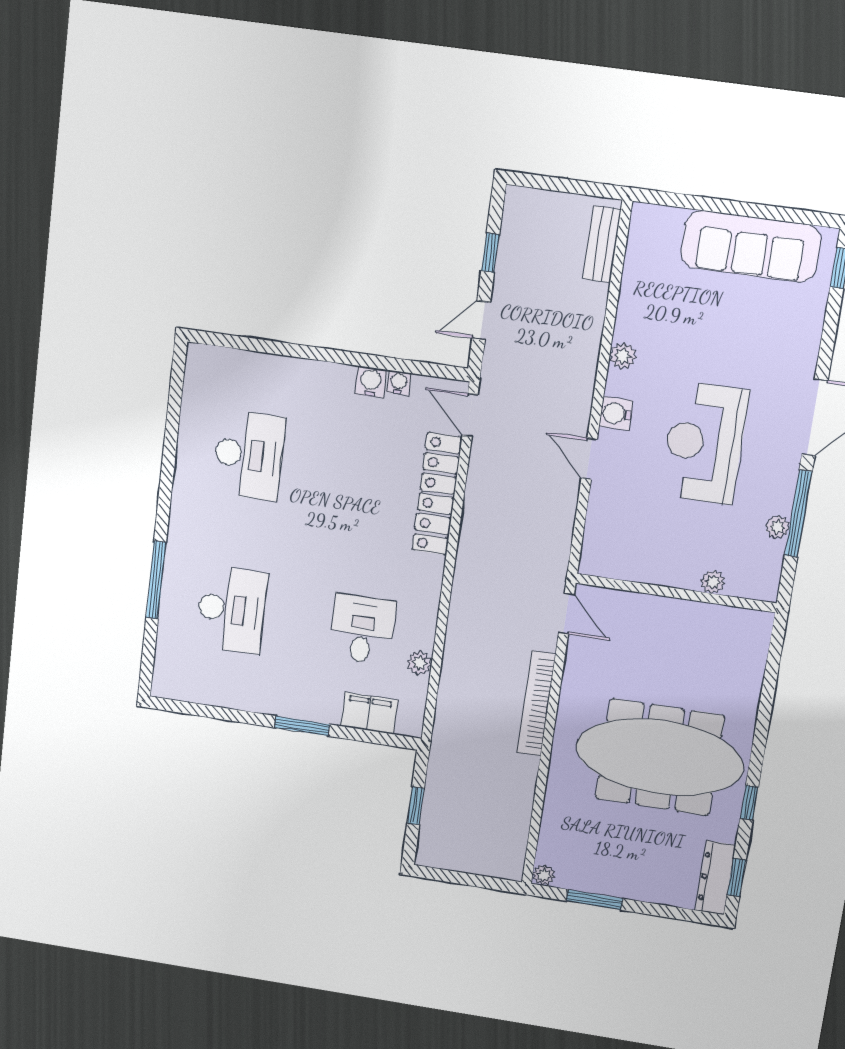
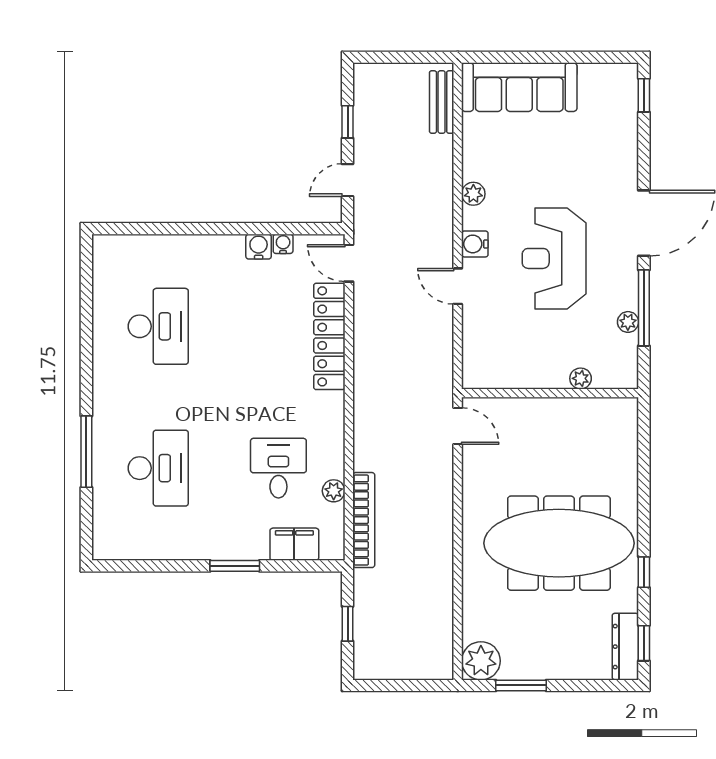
sofa: (751, 246) -> (519, 87), moved
bookcase: (536, 703) -> (364, 520), moved, turned 180
plant: (544, 875) -> (481, 661), width x1.87, depth x1.87

